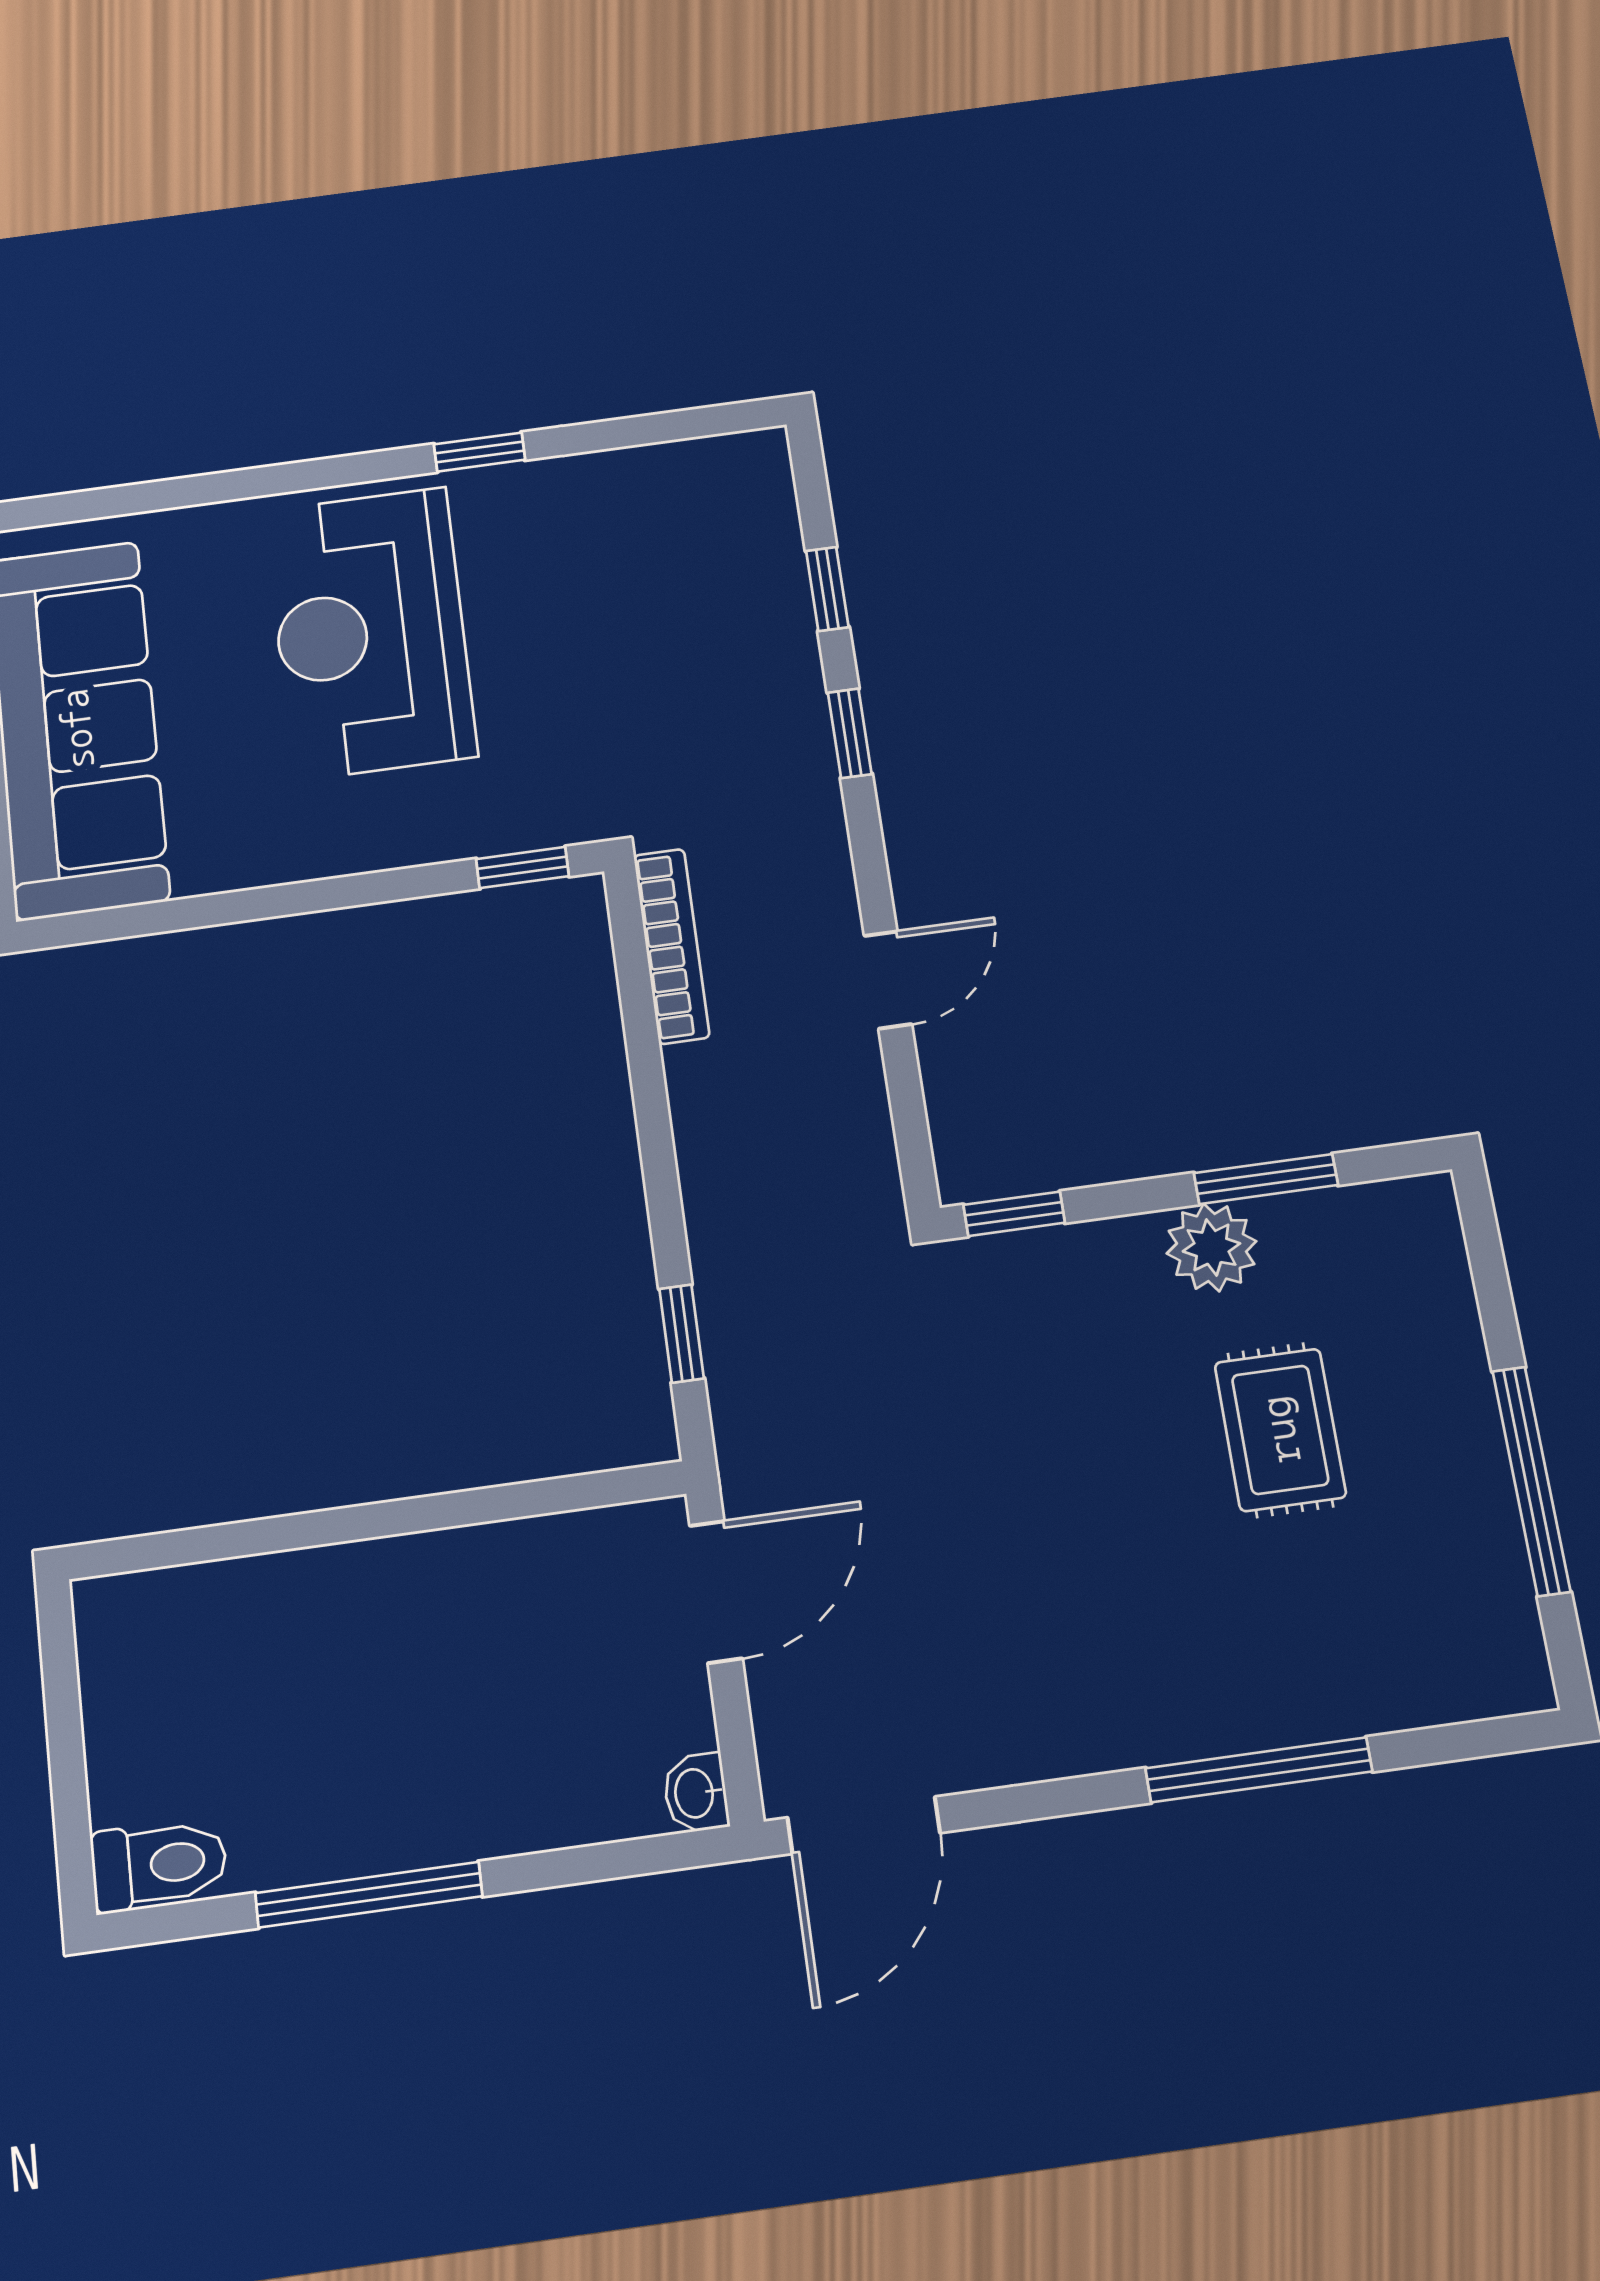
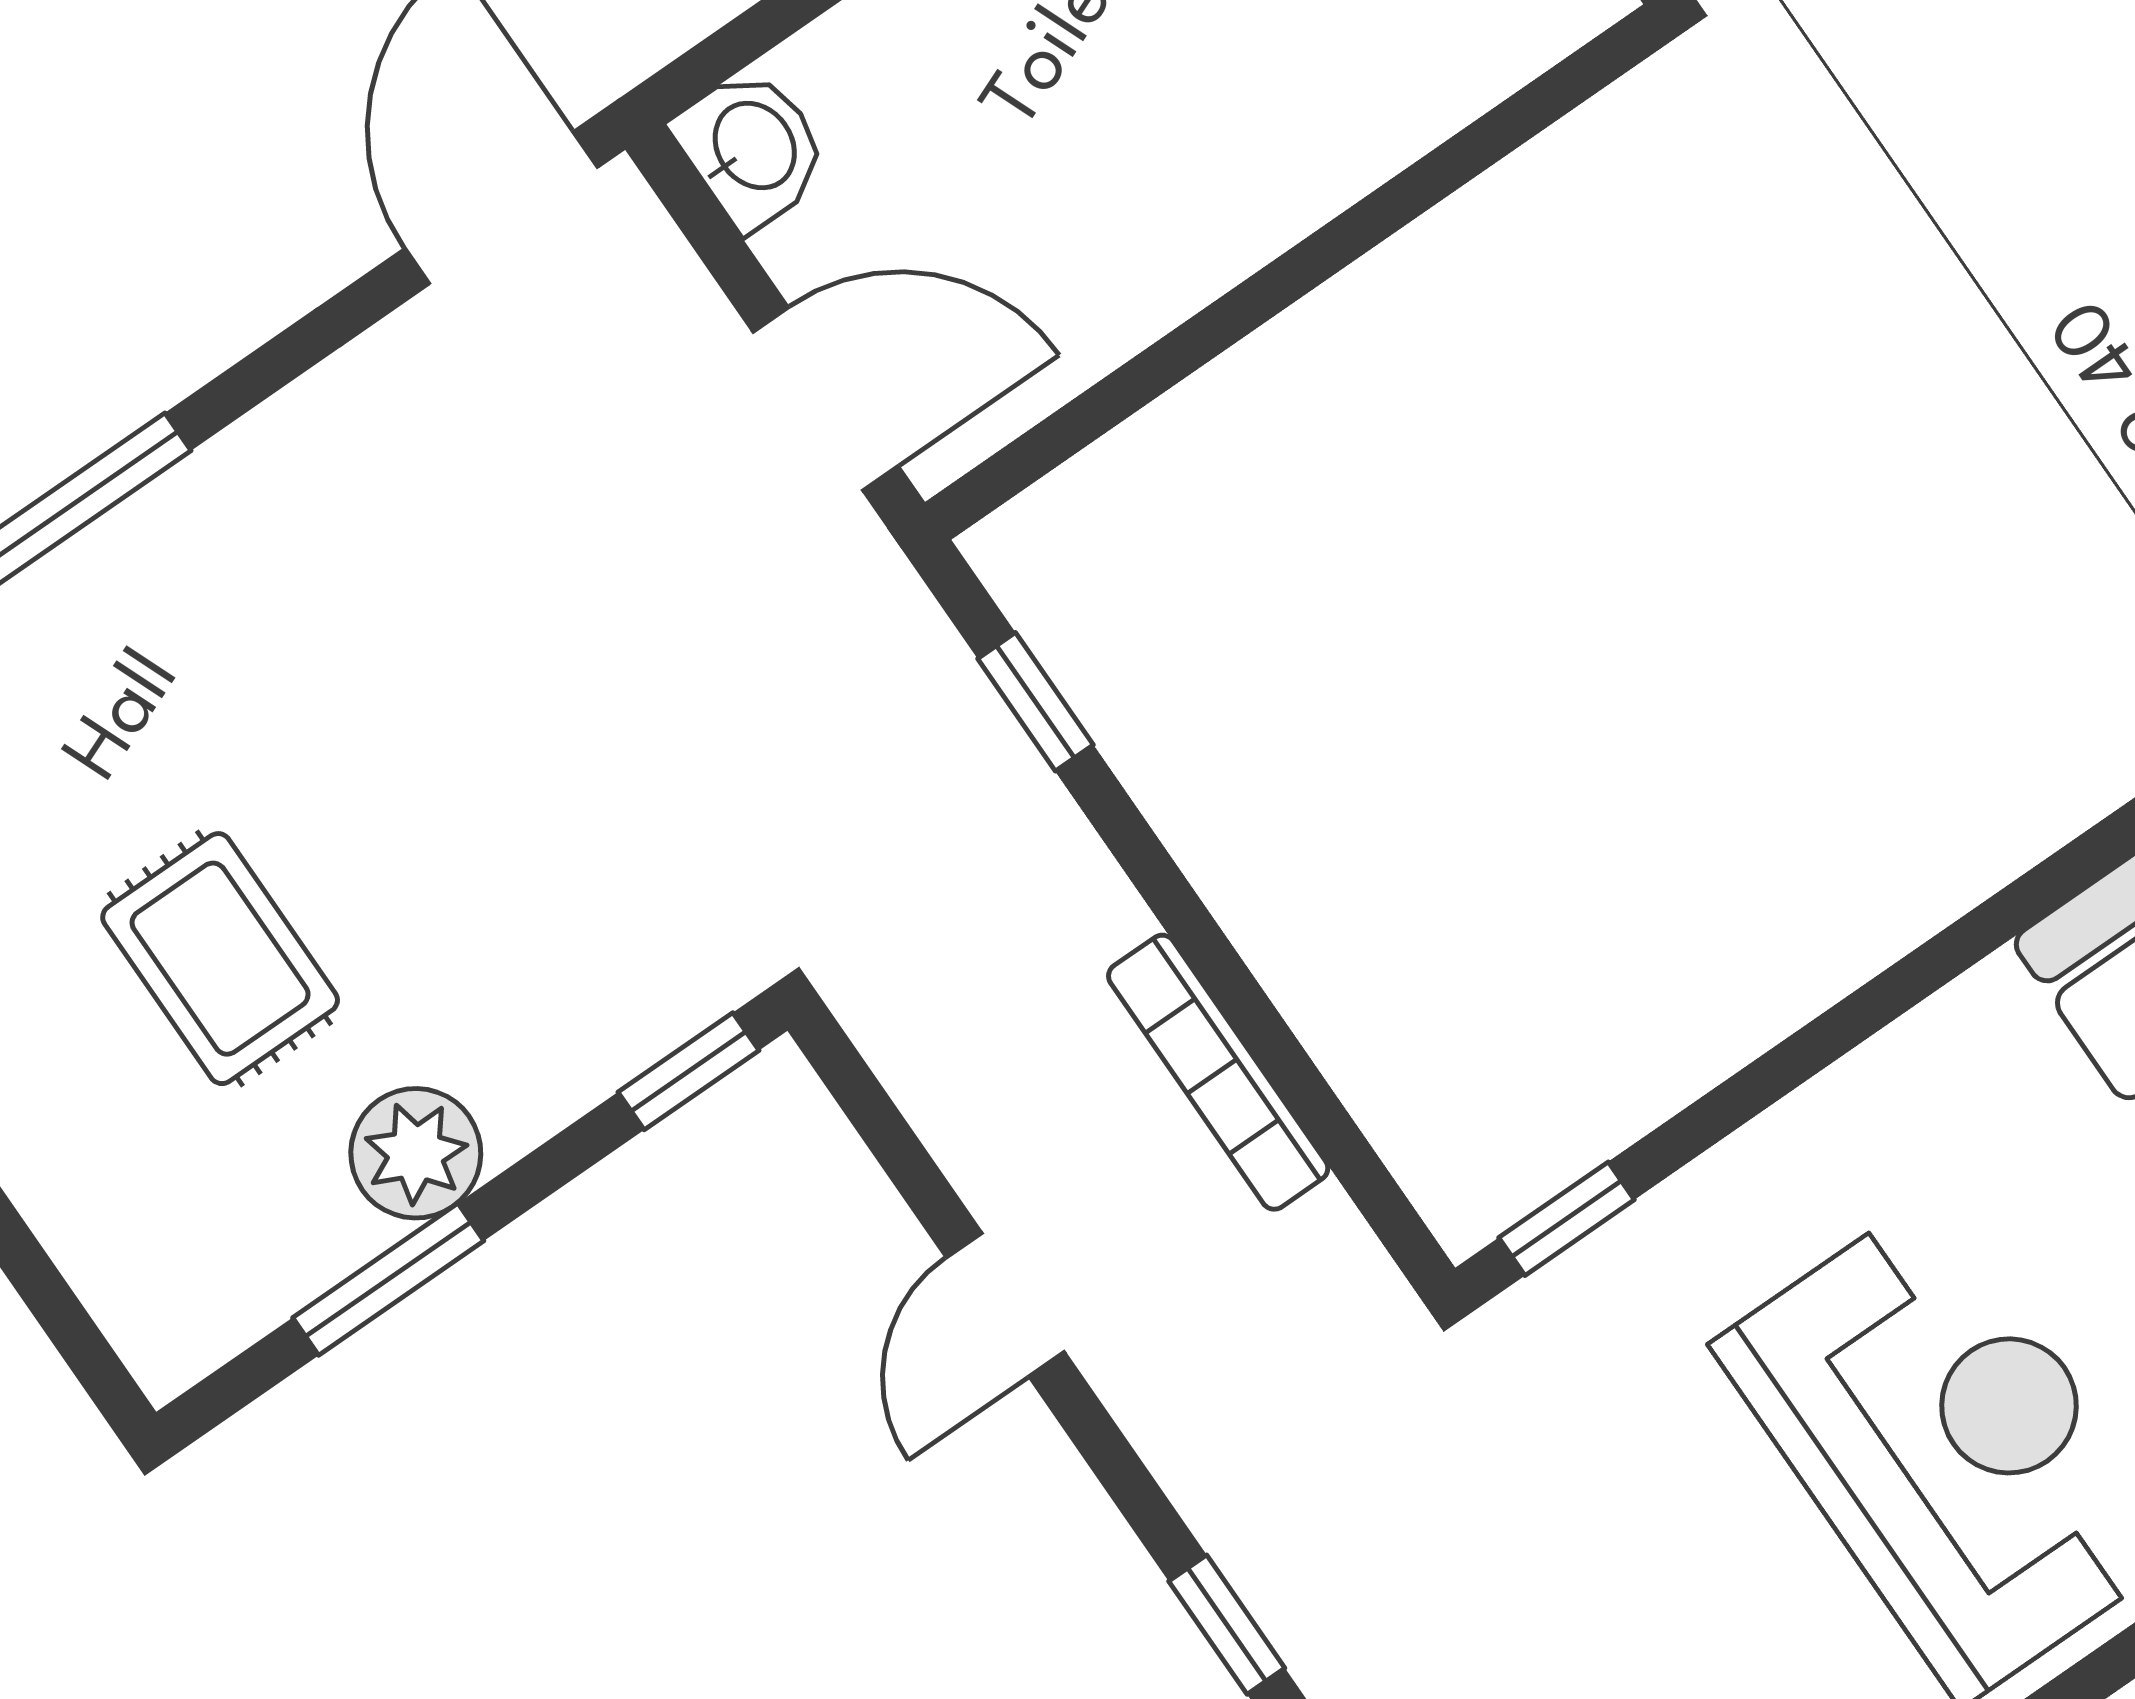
bookcase: (671, 946) -> (1218, 1072), moved
door: (716, 1592) -> (826, 399), swing flipped
washbasin: (696, 1793) -> (752, 148), width x1.38, depth x1.45

